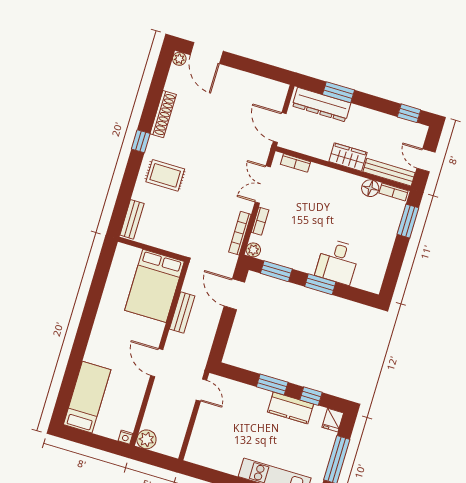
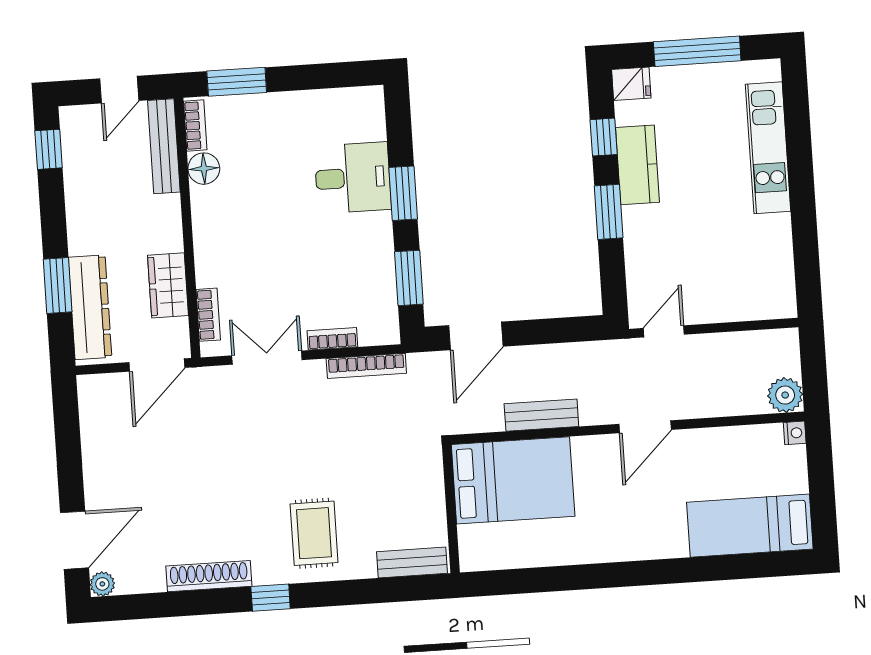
wardrobe: (348, 157) -> (168, 285), moved
double door: (263, 185) -> (267, 358), swing flipped
plant: (253, 250) -> (387, 332), removed

